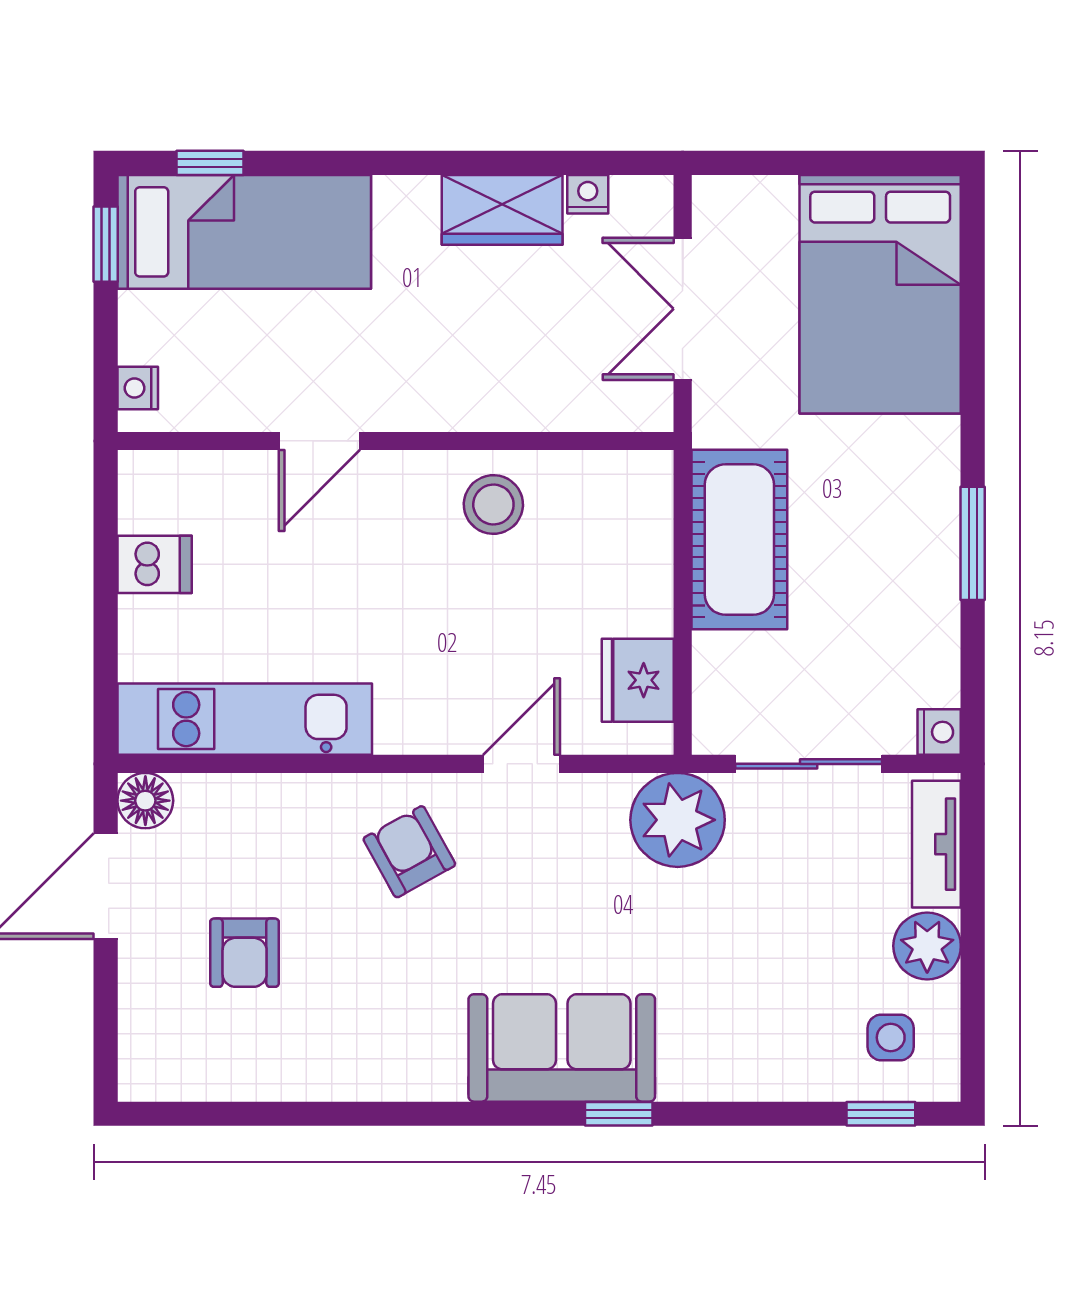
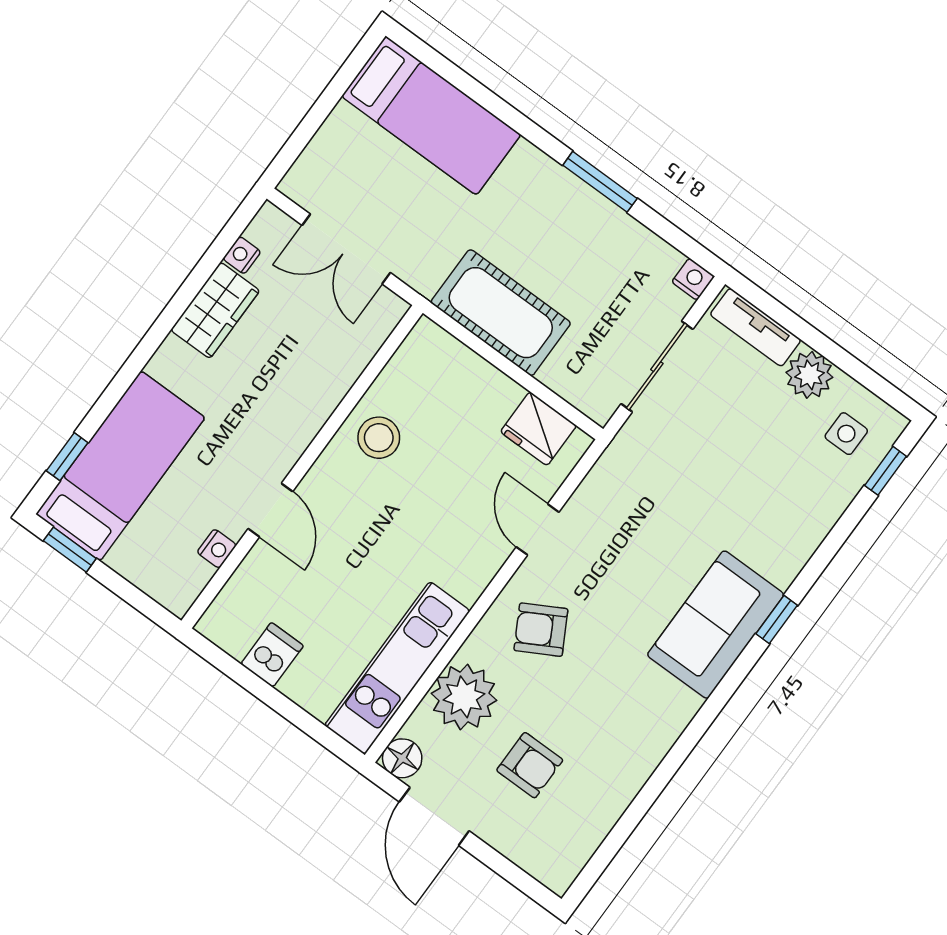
bed: (880, 294) -> (431, 116), width x0.67
nightstand: (138, 388) -> (217, 549), moved, turned -90
plant: (678, 820) -> (464, 697), moved

